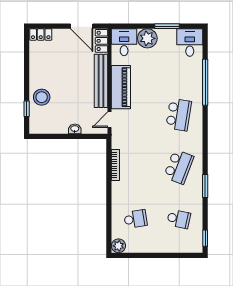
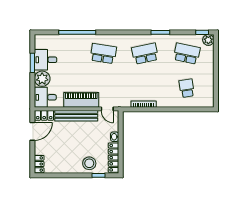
desk: (190, 43) -> (46, 60), moved
locker: (49, 127) -> (114, 158), added
school desk: (179, 167) -> (145, 54), turned -33
school desk: (179, 219) -> (187, 54), width x1.85
plant: (118, 246) -> (208, 40), moved

